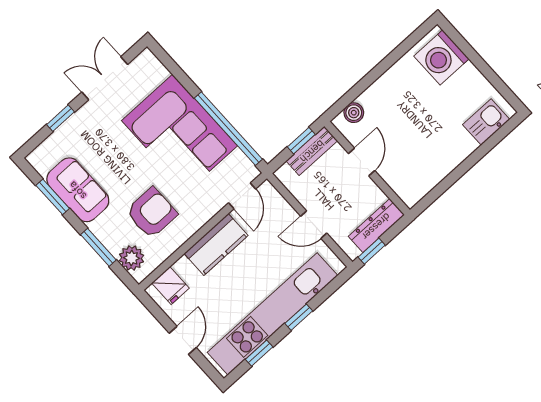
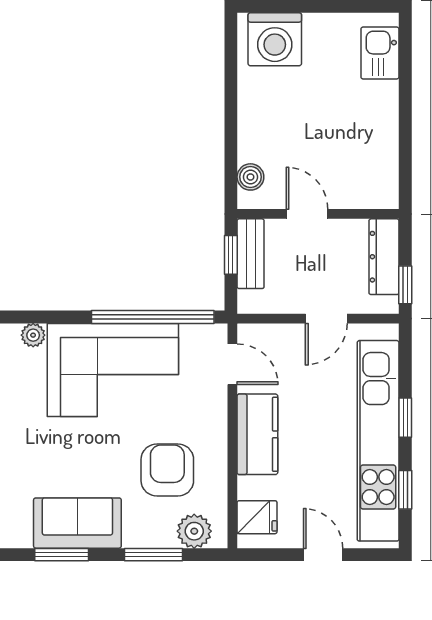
plant: (159, 72) -> (33, 335), added

